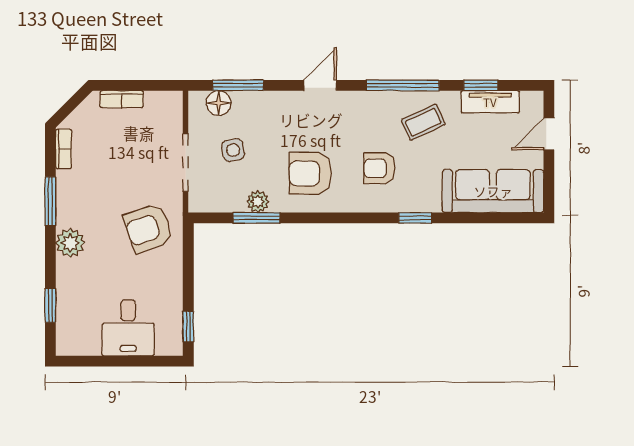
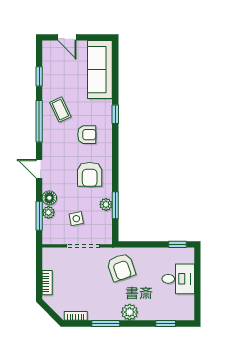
plant: (244, 101) -> (48, 212), added
tv unit: (490, 102) -> (49, 71), removed
floor lamp: (219, 103) -> (49, 198), moved
armchair: (380, 168) -> (87, 135), turned -90

